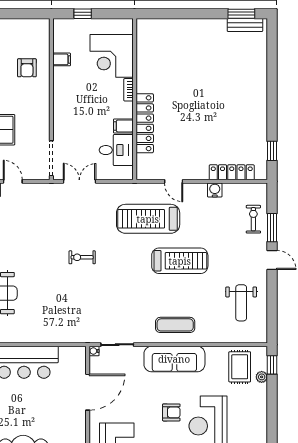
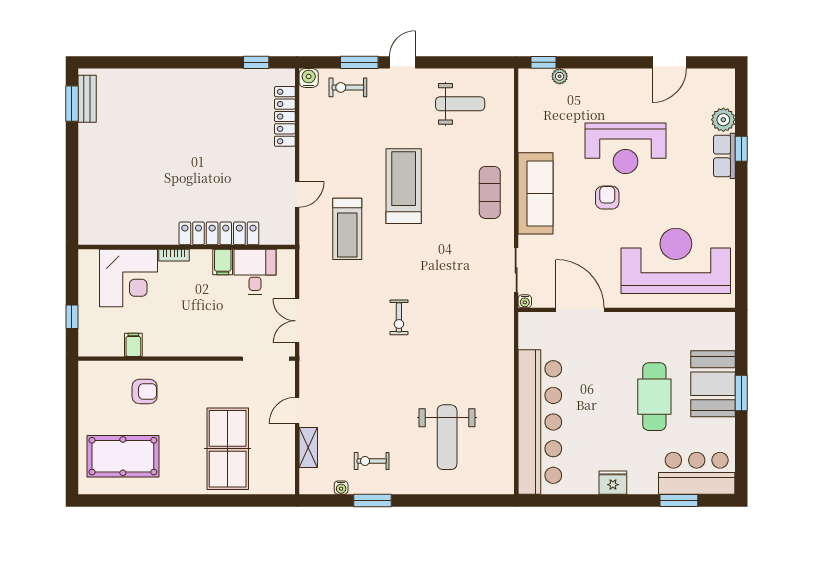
water cooler: (215, 190) -> (309, 78), moved, turned 90
treadmill: (148, 219) -> (347, 229), width x0.73, depth x0.73
rug: (240, 367) -> (546, 106), removed

